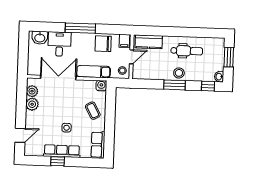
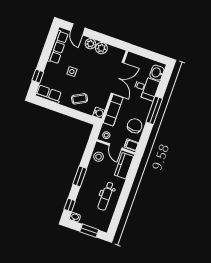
stool: (179, 73) -> (99, 157), moved
plant: (32, 91) -> (90, 44), moved
row of seats: (62, 151) -> (58, 47), moved
window: (58, 161) -> (38, 76), moved

